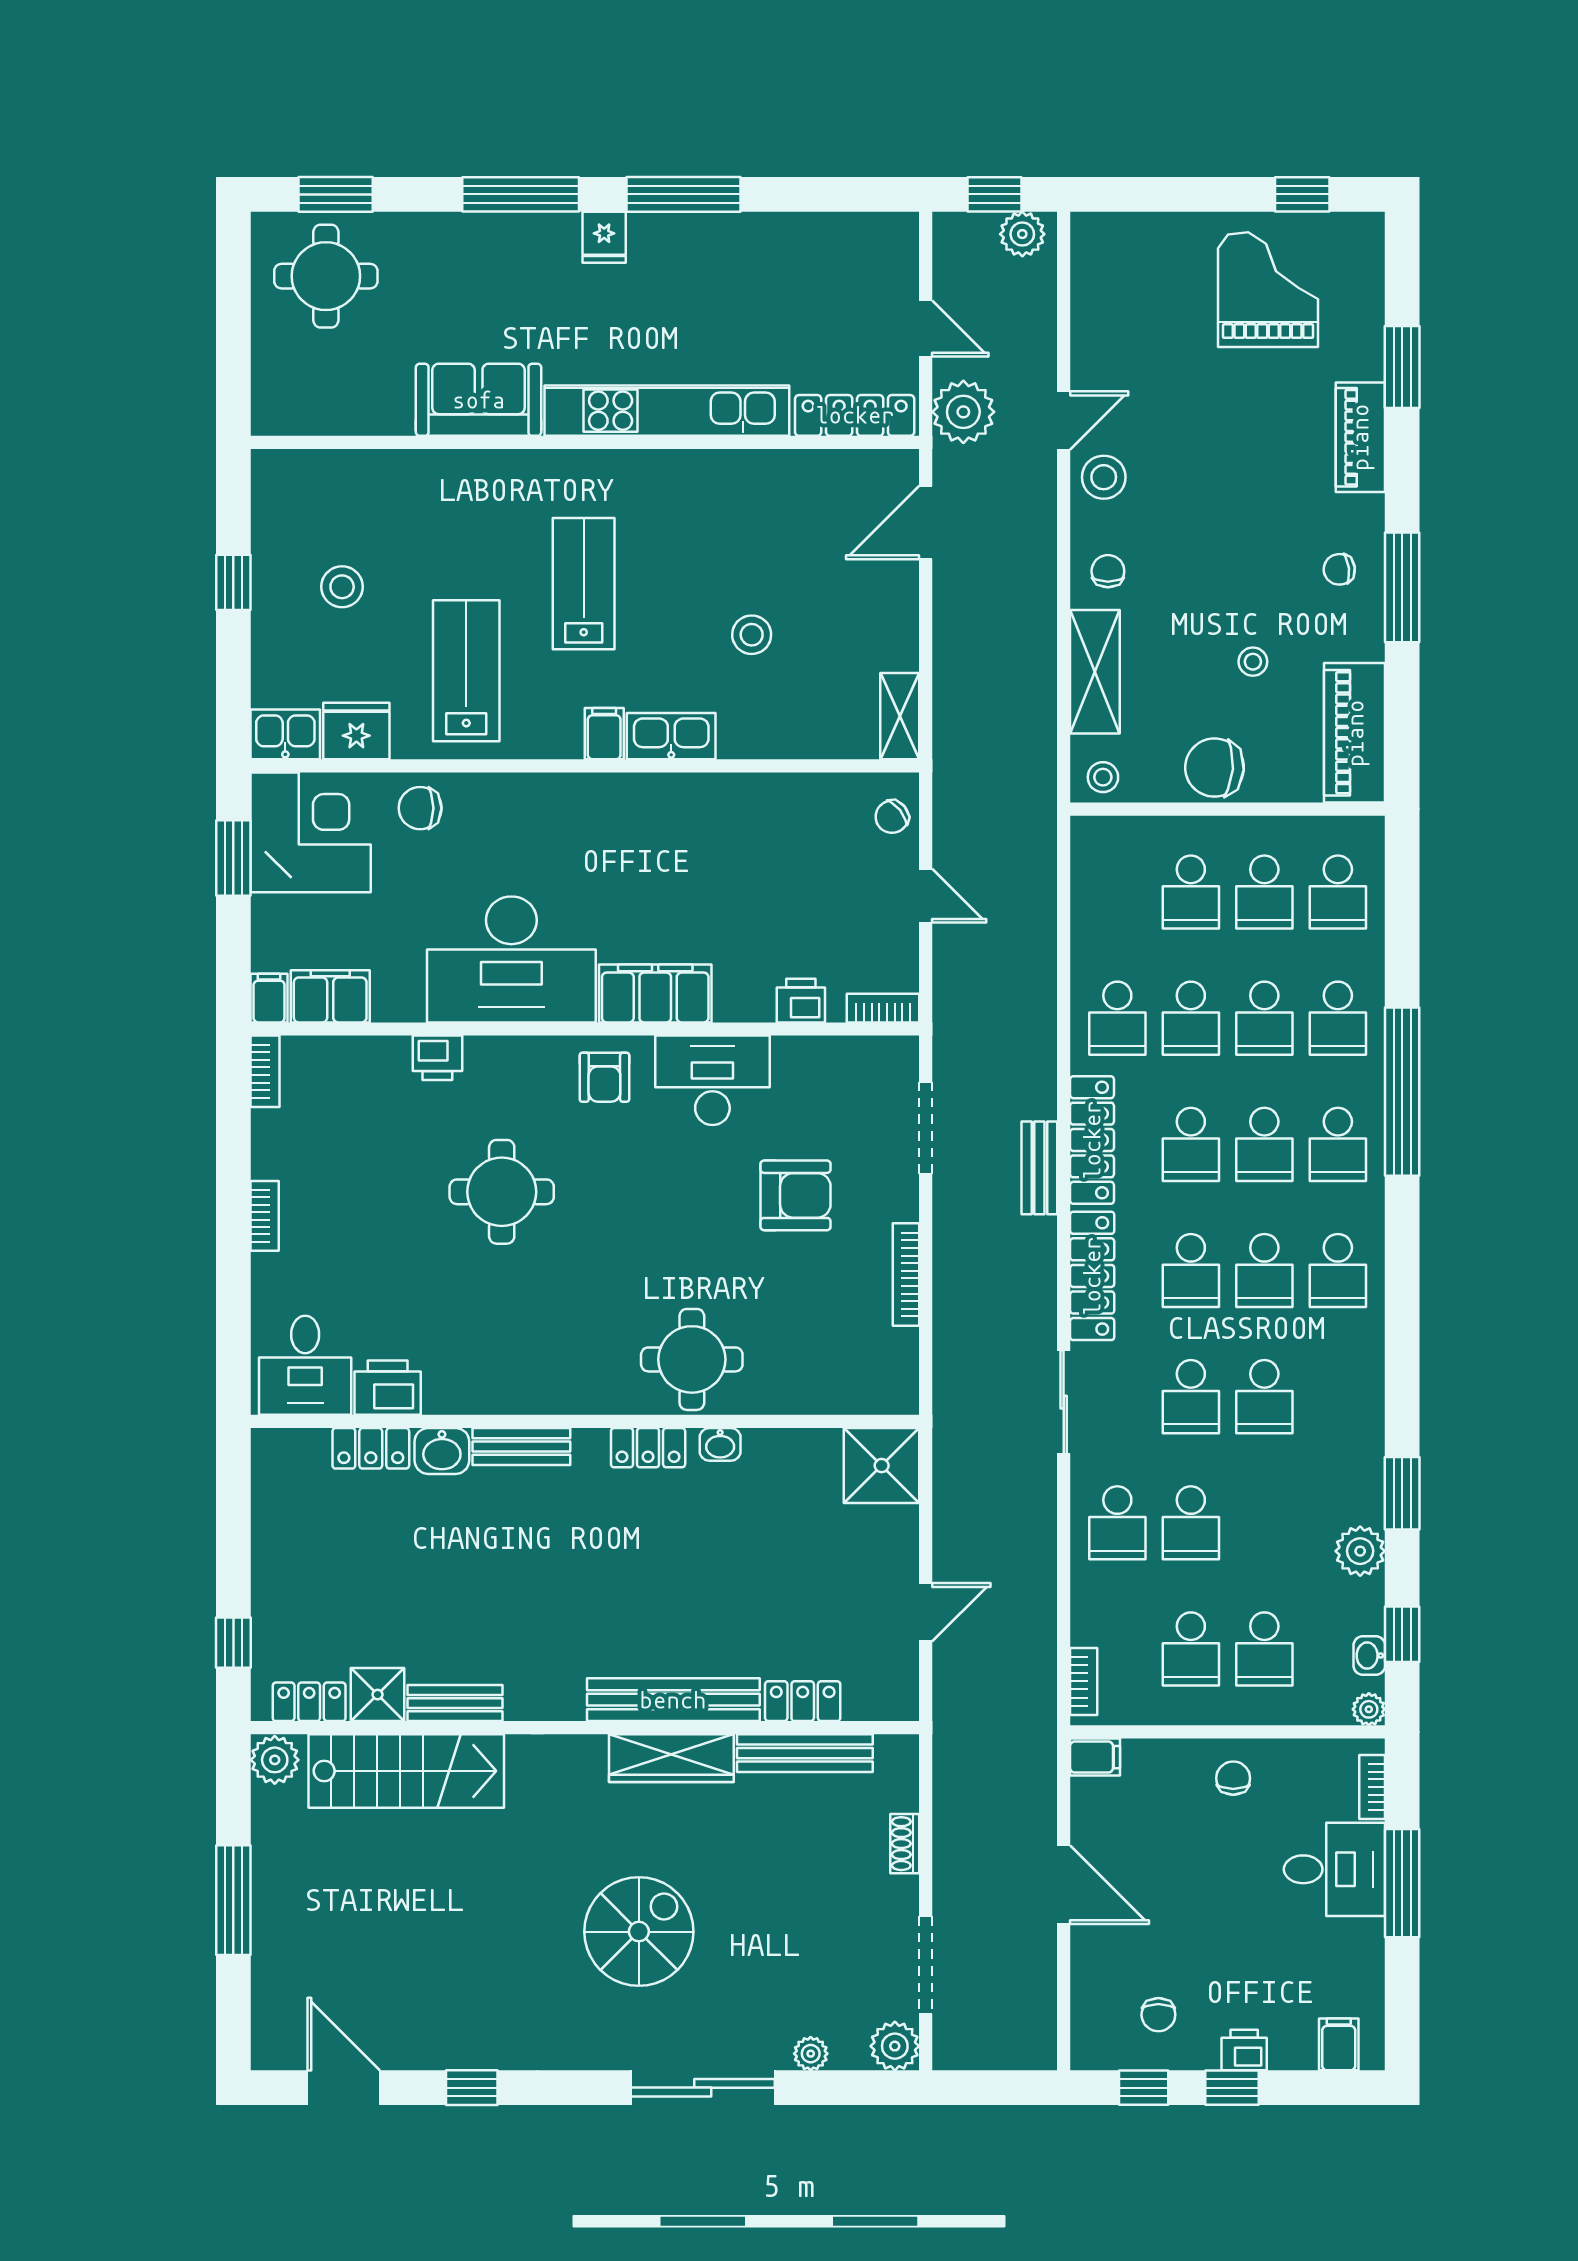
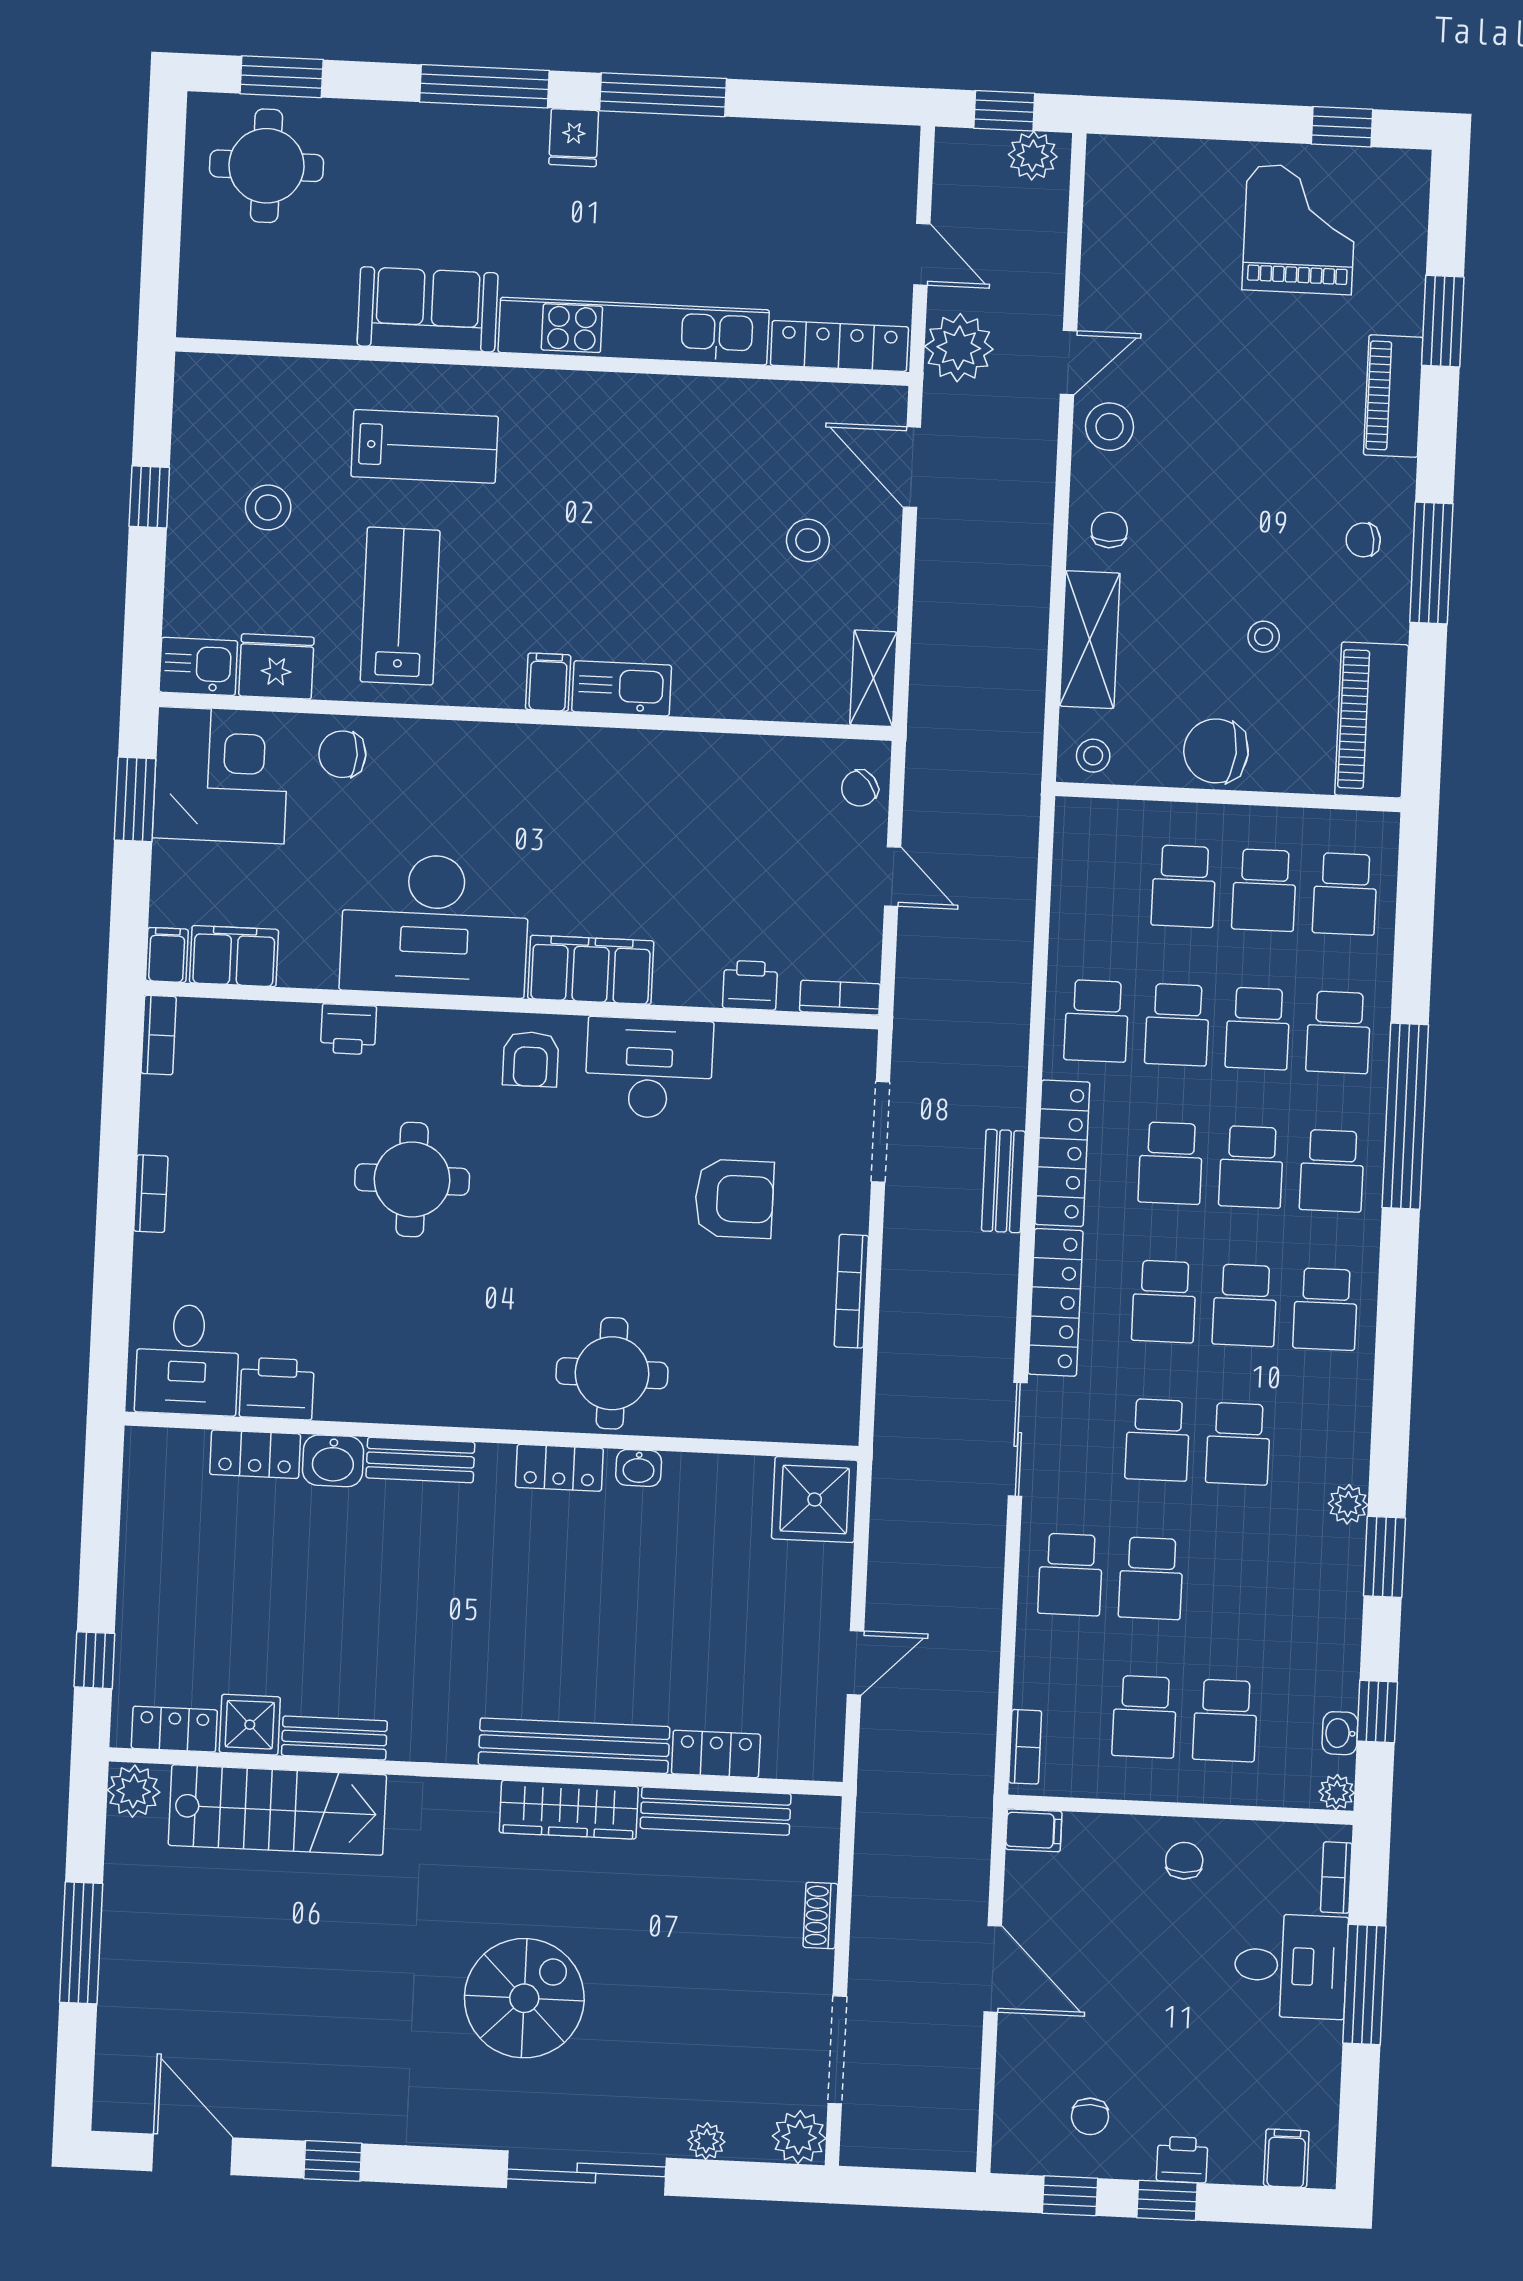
door: (926, 523) -> (912, 467), hinge flipped
lab bench: (584, 584) -> (425, 446), moved, turned 90
stool: (752, 635) -> (808, 540), moved
plant: (1360, 1551) -> (1348, 1504), moved, width x0.73, depth x0.73

